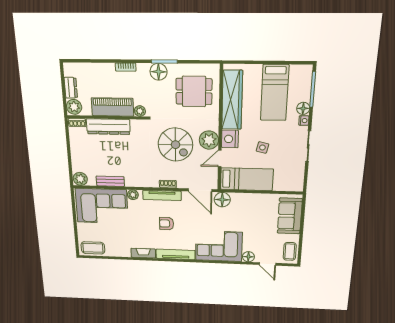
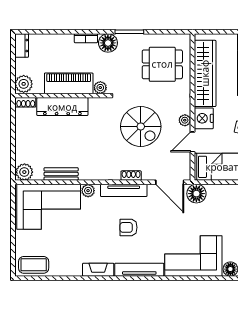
floor lamp: (159, 72) -> (108, 43), moved
dresser: (71, 88) -> (22, 46), moved
plant: (209, 140) -> (185, 120), width x0.53, depth x0.53

